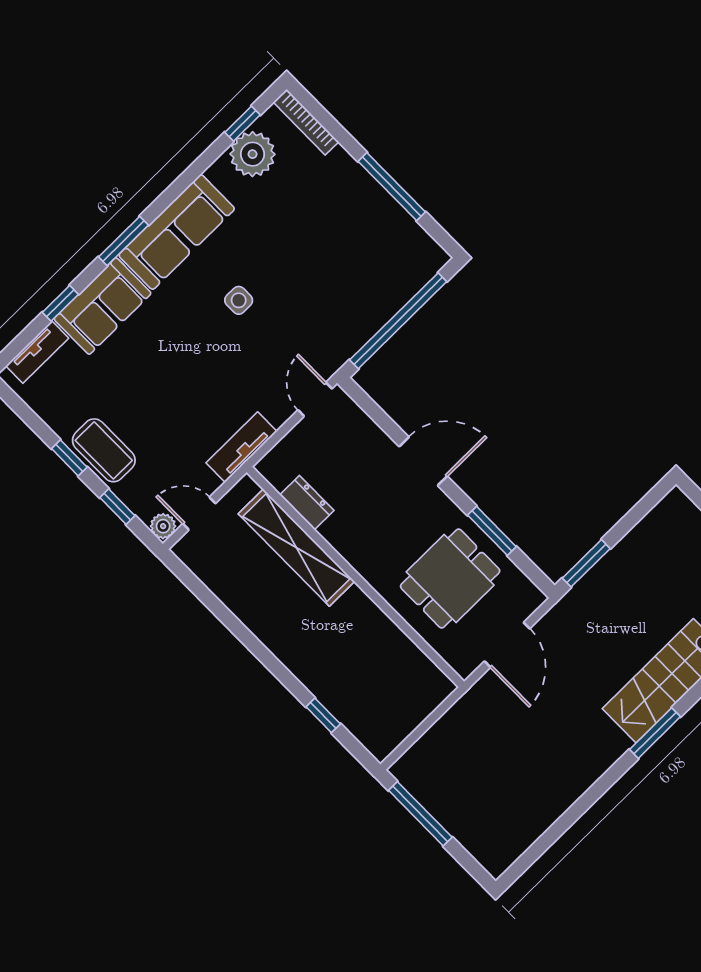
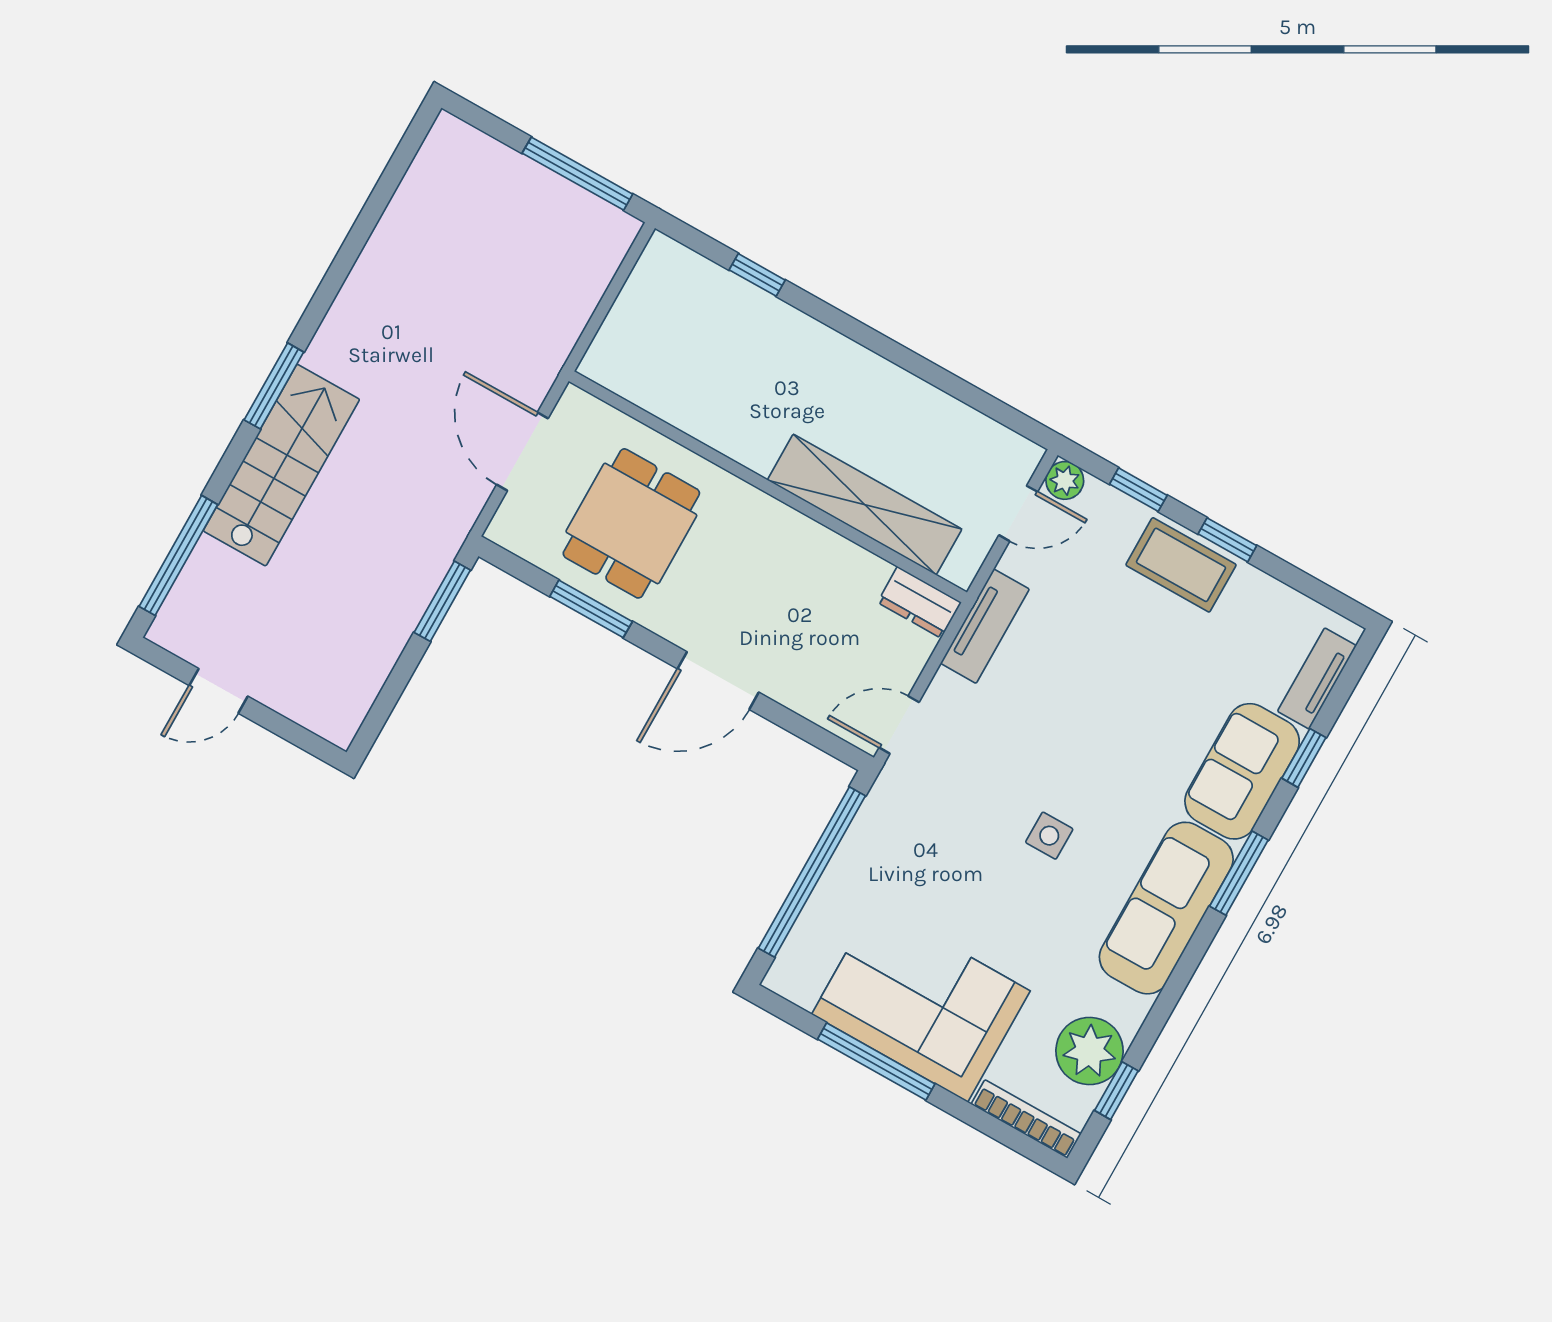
corner sofa: (352, 216) -> (921, 1003), added
door: (315, 399) -> (899, 725), swing flipped
dresser: (307, 503) -> (919, 602), moved

